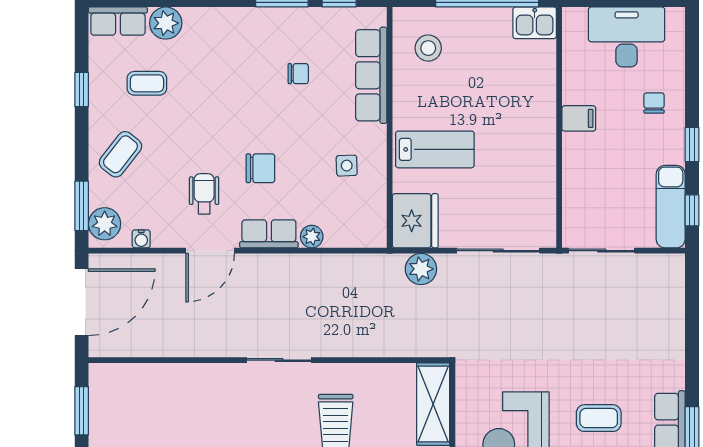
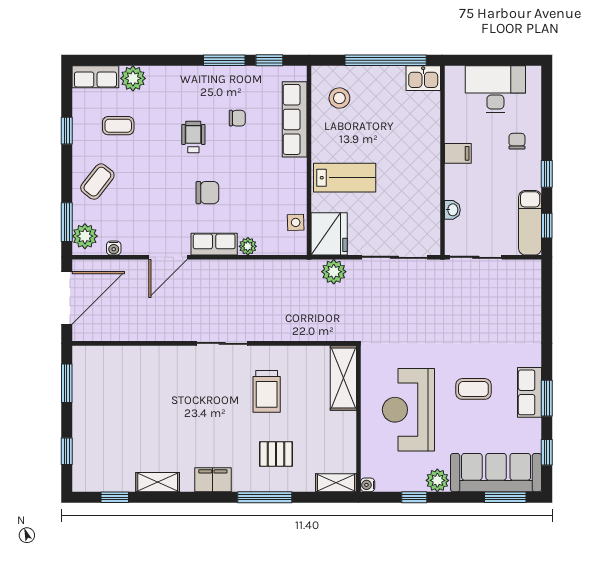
side table: (347, 166) -> (296, 222), moved
washbasin: (572, 190) -> (452, 210), added
wheelchair: (204, 194) -> (193, 137), moved

